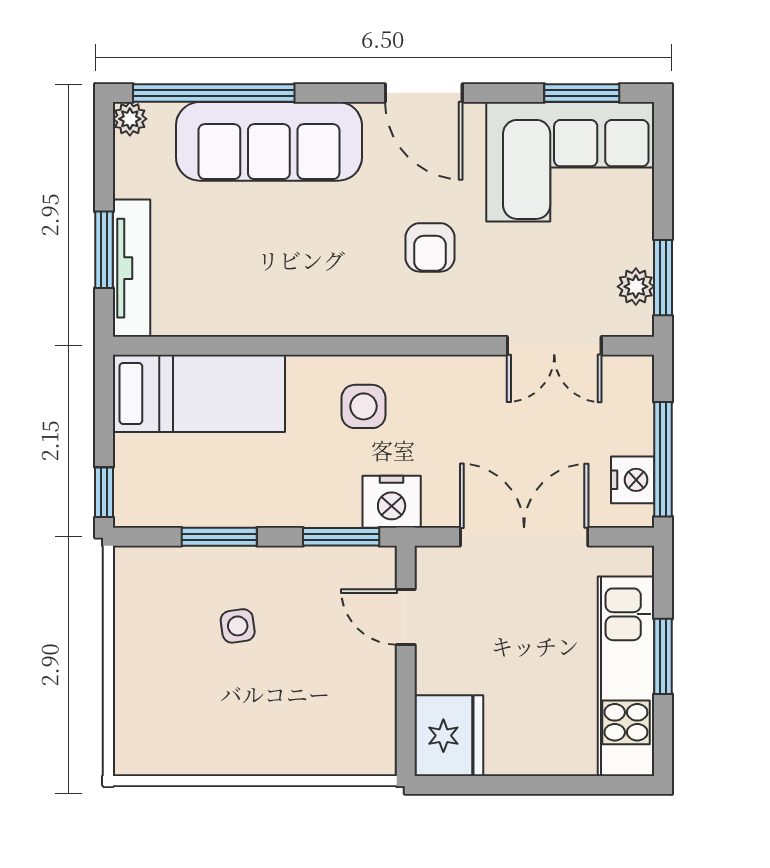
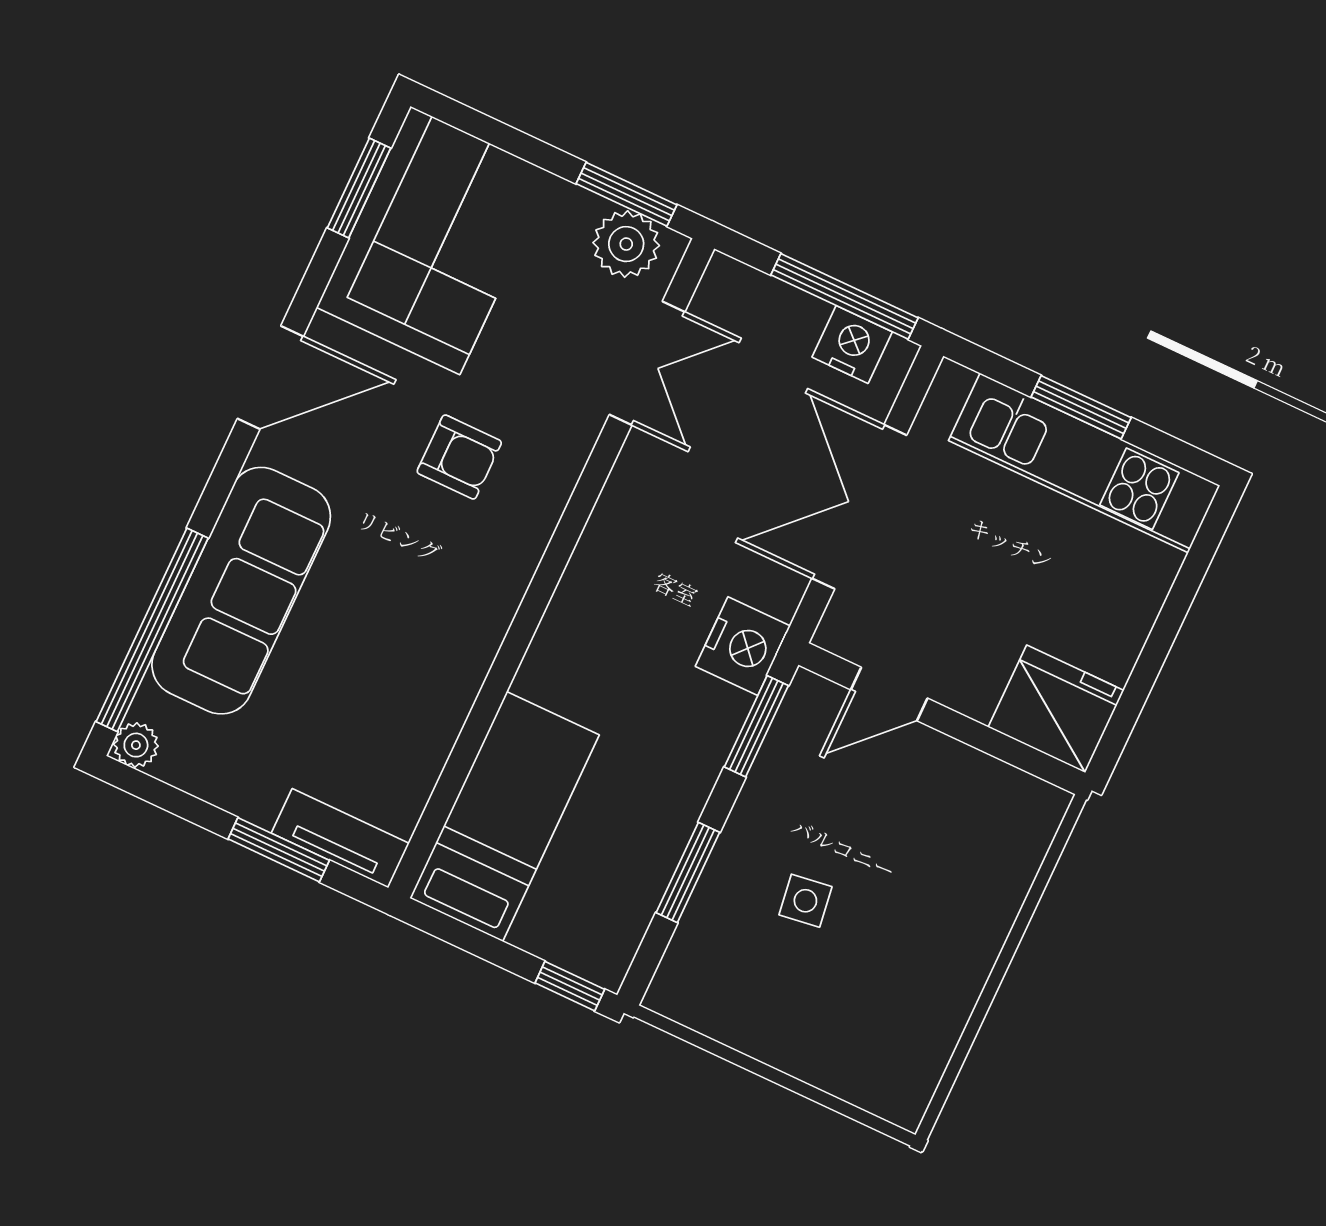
tv unit: (131, 268) -> (340, 838), width x0.71
plant: (636, 287) -> (626, 244), width x1.38, depth x1.38
side table: (364, 406) -> (613, 626), removed

